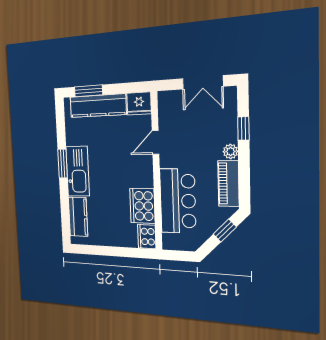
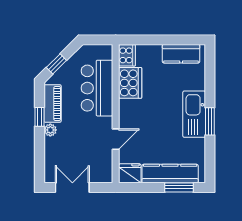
window: (243, 129) -> (40, 117), moved
kitchen counter: (78, 217) -> (181, 54), moved, turned -90

